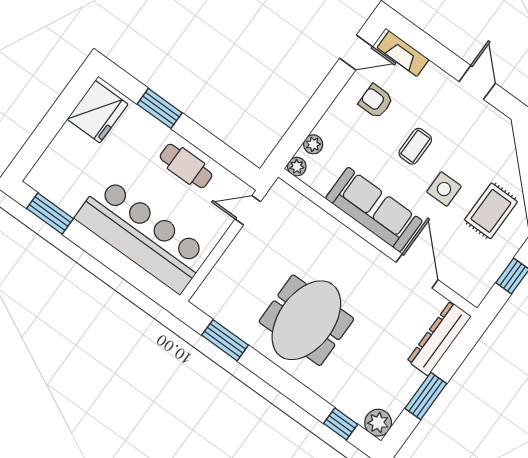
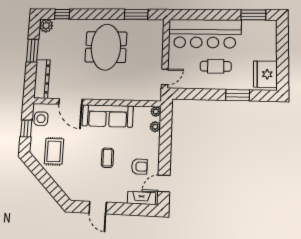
cafe table: (186, 166) -> (216, 66), moved
side table: (444, 189) -> (41, 119), moved

